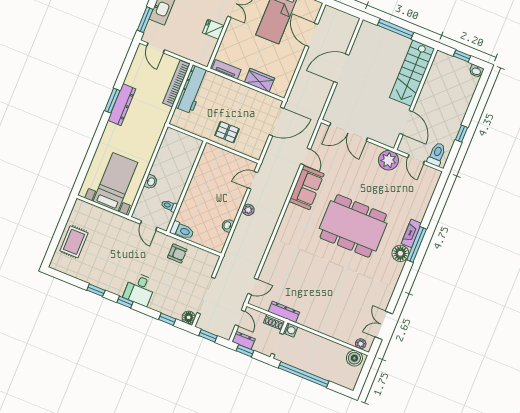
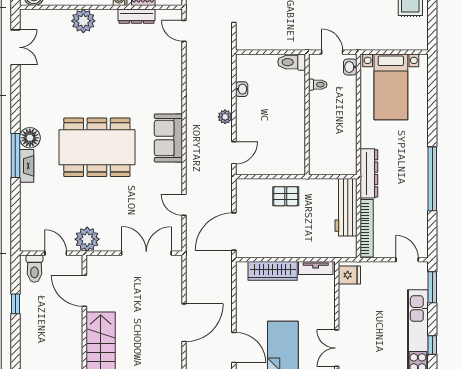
fridge: (213, 29) -> (349, 275), moved
wardrobe: (259, 80) -> (273, 271), width x1.50
workbench: (192, 89) -> (346, 207), moved
window: (112, 101) -> (432, 179), width x2.11
dresser: (122, 105) -> (369, 173), moved, turned 180
washbasin: (151, 182) -> (350, 67), moved
sofa: (307, 188) -> (168, 138), moved
armchair: (177, 253) -> (286, 33), removed
door: (253, 286) -> (184, 31), hinge flipped
plant: (361, 344) -> (83, 21), moved, width x1.87, depth x1.87

